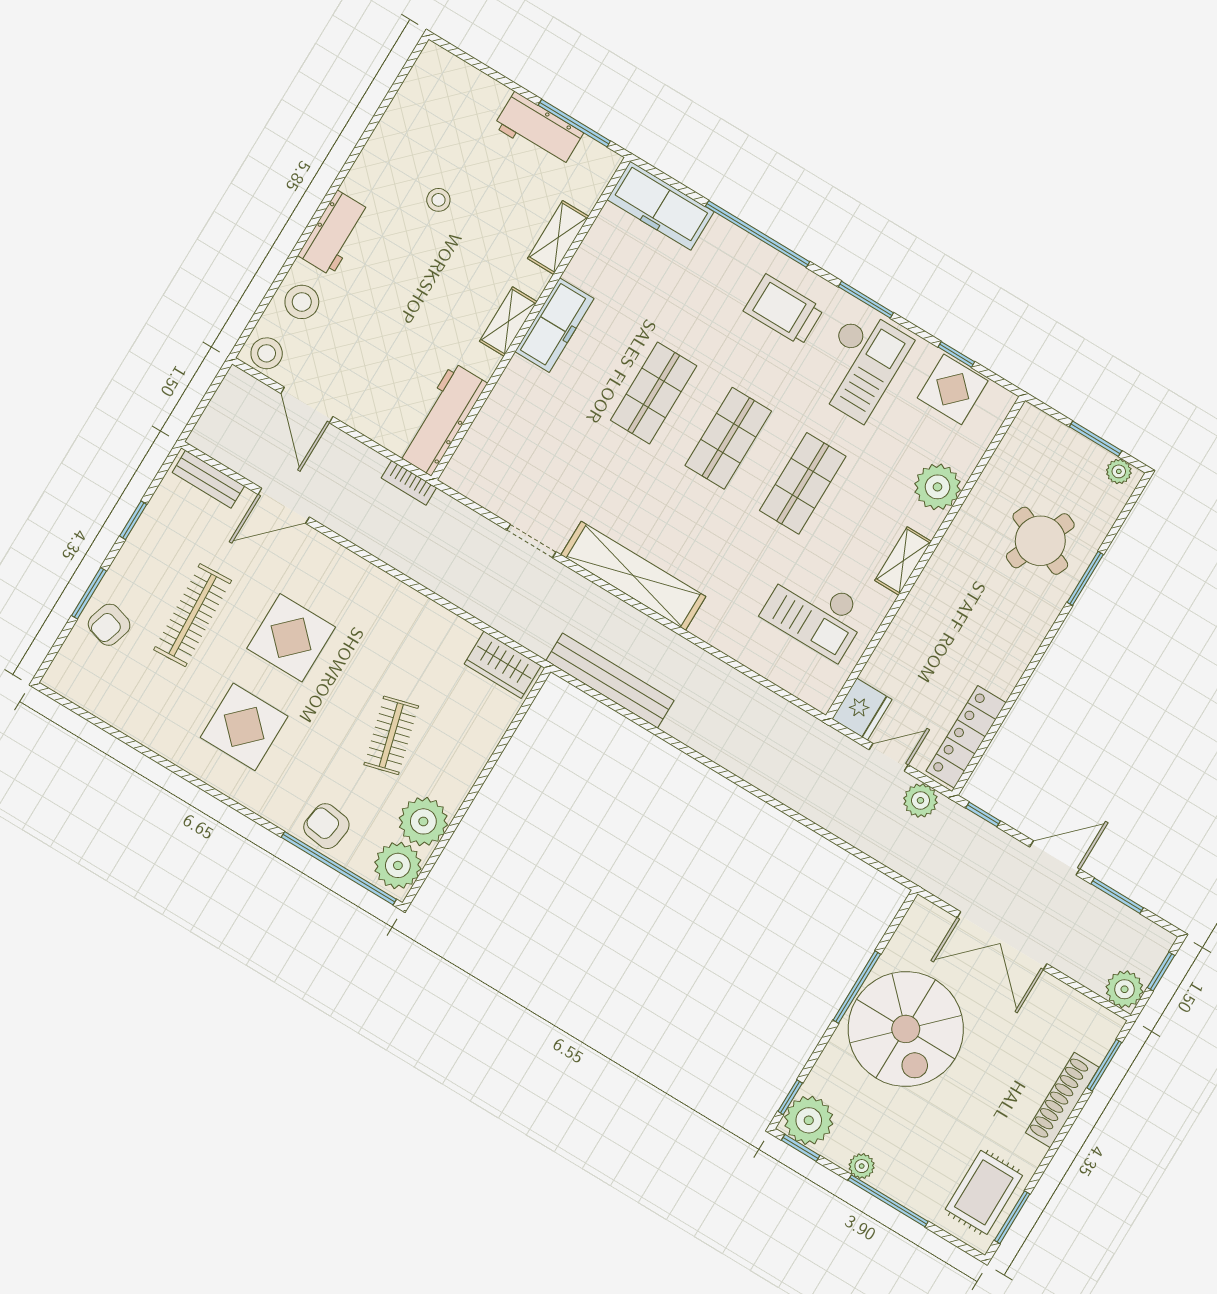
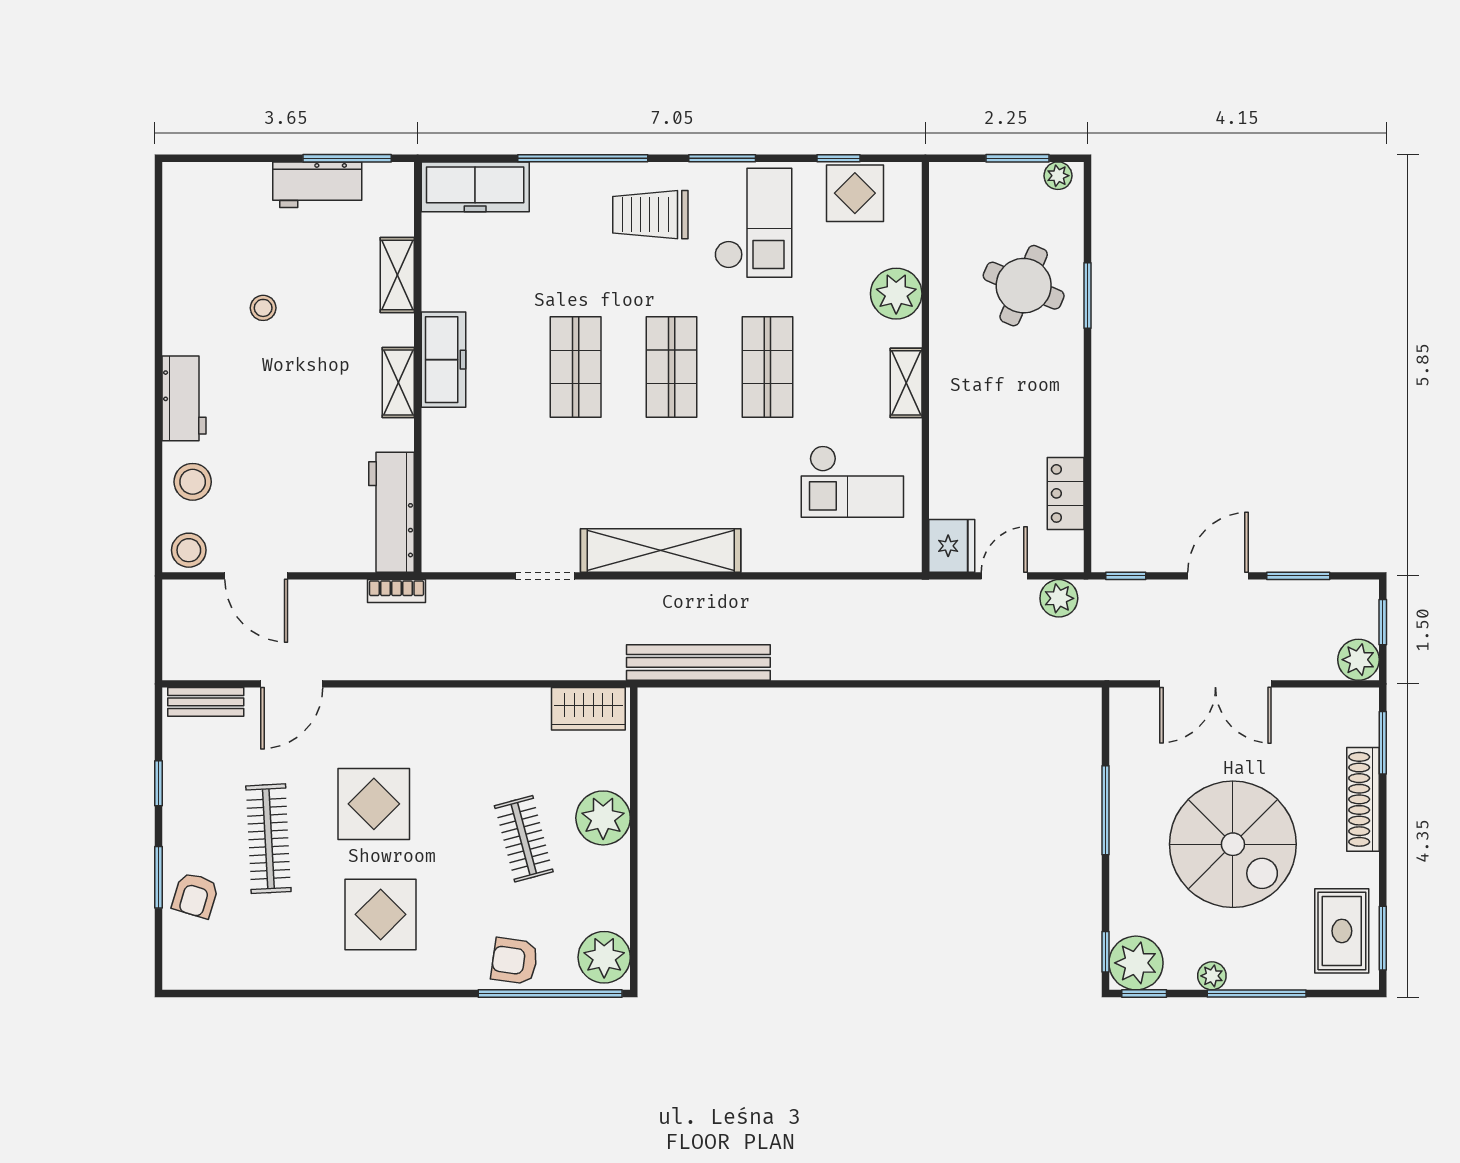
locker: (966, 737) -> (1066, 493), width x0.66
plant: (423, 821) -> (603, 818), moved
spiral stairs: (906, 1029) -> (1233, 844), moved

